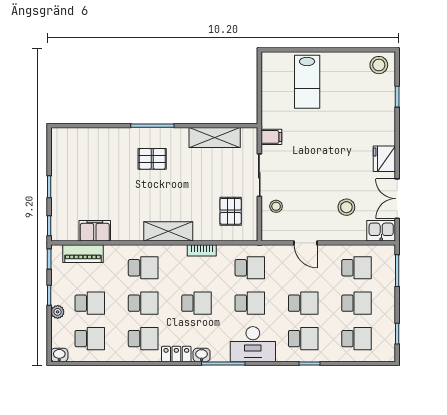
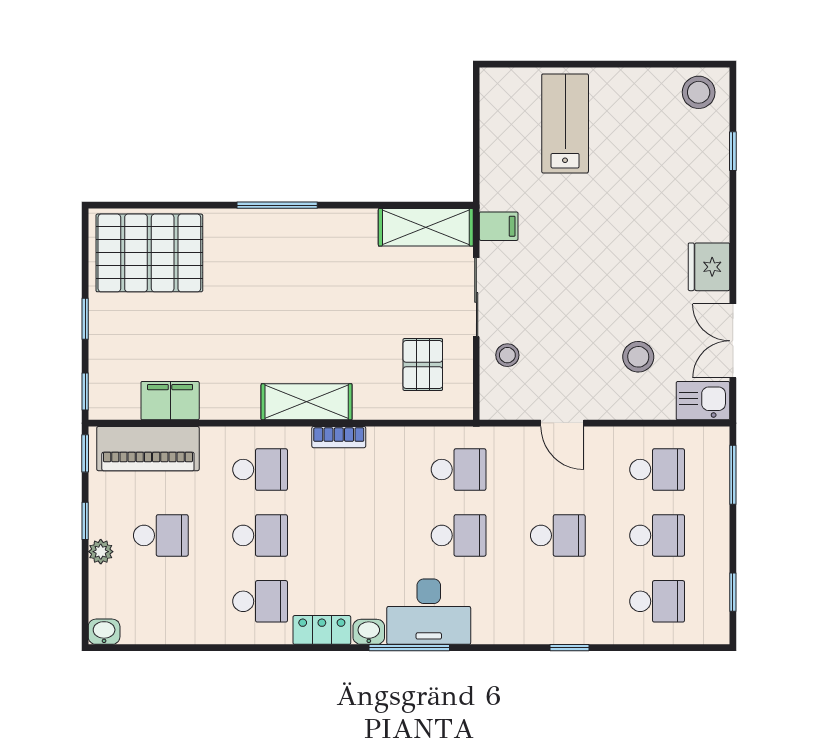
lab bench: (307, 82) -> (565, 123), turned 180
shelving: (215, 138) -> (426, 227), moved
pallet: (152, 159) -> (149, 253), moved, width x2.05, depth x2.00
bookcase: (202, 250) -> (339, 437), moved
piano: (83, 254) -> (148, 449), width x1.37, depth x1.33
school desk: (196, 303) -> (359, 535), removed
school desk: (90, 339) -> (161, 601), removed
school desk: (303, 339) -> (558, 601), removed
desk: (253, 344) -> (429, 612), moved

